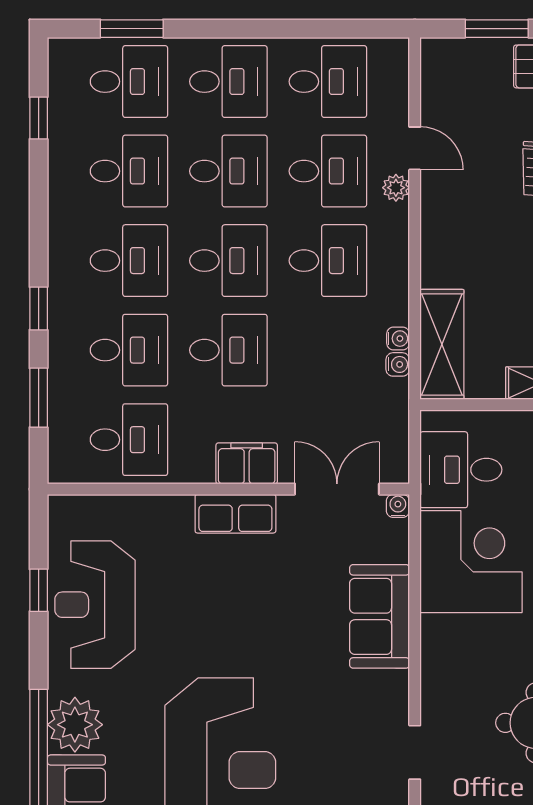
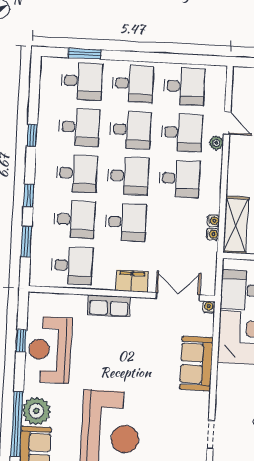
window: (39, 118) -> (32, 135), moved
row of seats: (235, 514) -> (109, 306), moved

